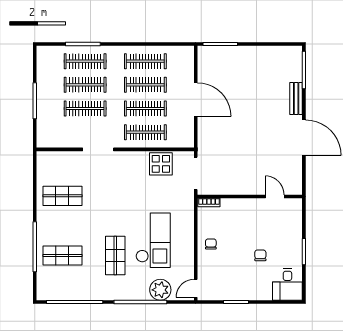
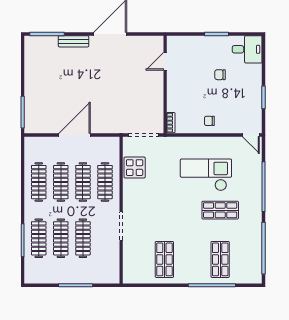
plant: (160, 290) -> (252, 168), removed

